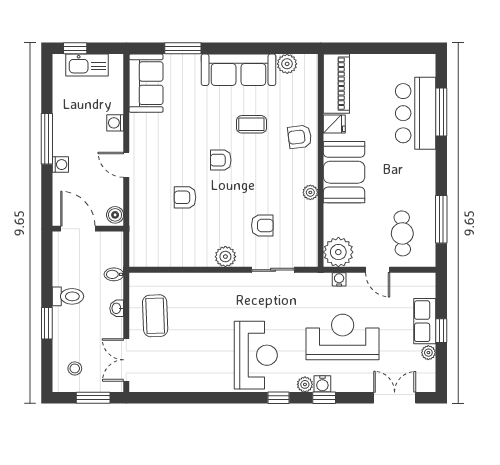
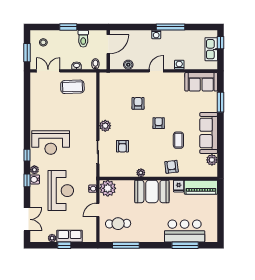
door: (78, 229) -> (108, 44), moved
wall: (88, 229) -> (108, 50), moved

